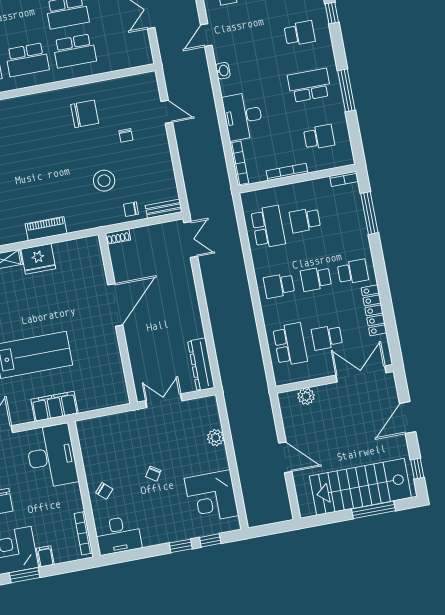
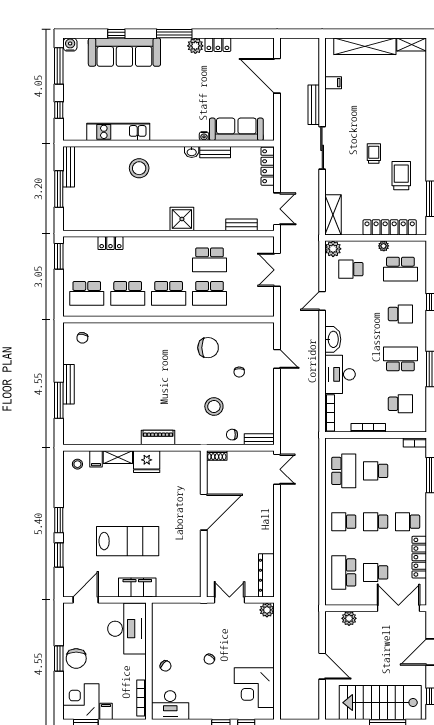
washbasin: (223, 71) -> (333, 339), width x1.91, depth x1.45
school desk: (353, 272) -> (408, 522), turned 180
school desk: (290, 344) -> (344, 572), turned 180
plant: (216, 438) -> (267, 610), moved

